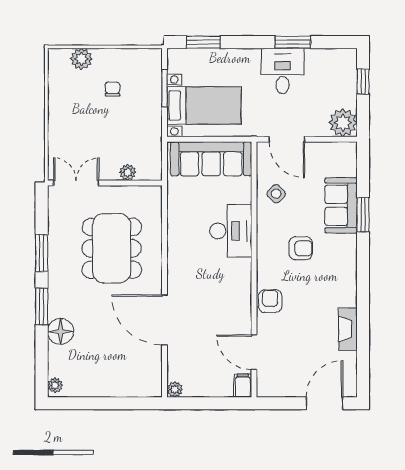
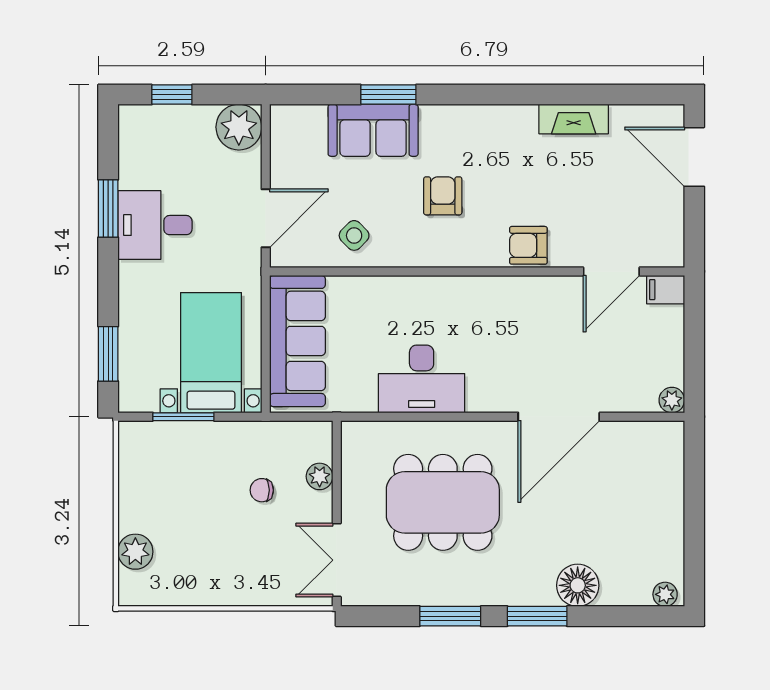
chair: (113, 89) -> (262, 490), moved
desk: (231, 231) -> (422, 379), moved, turned 180

